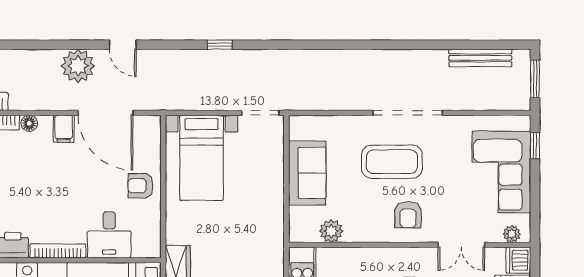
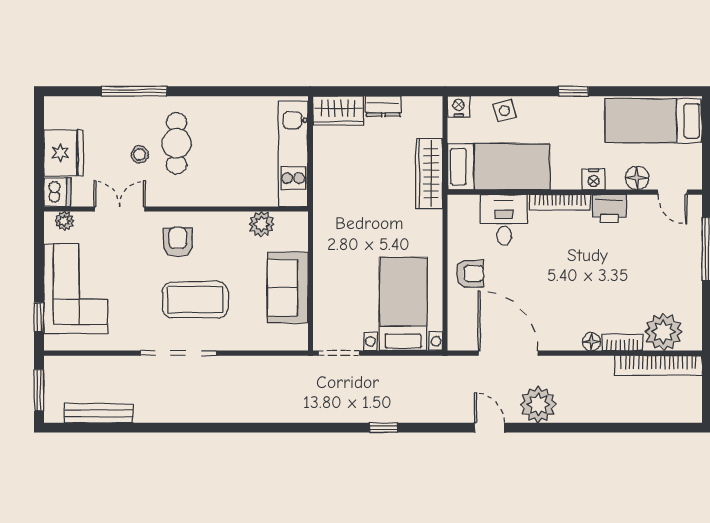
filing cabinet: (64, 129) -> (554, 336), removed

